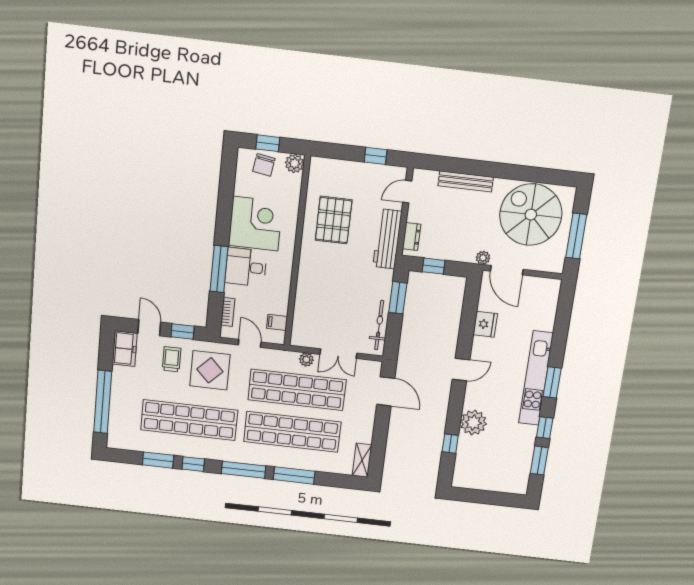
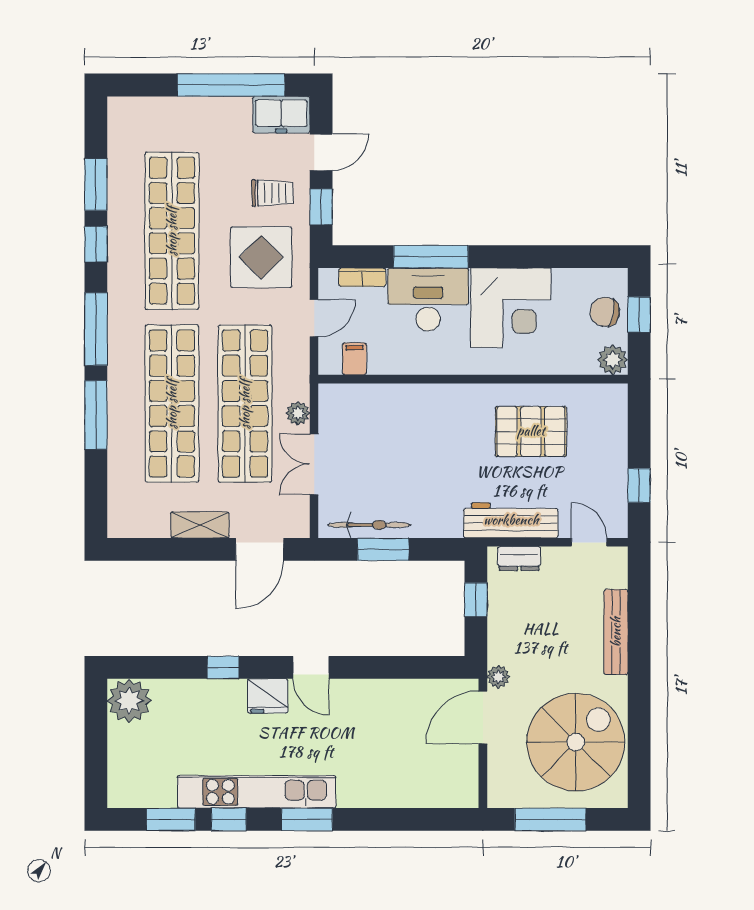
desk: (246, 267) -> (428, 300), width x1.37
window: (398, 298) -> (383, 549), moved
fridge: (485, 324) -> (268, 696), moved
kitchen unit: (536, 378) -> (257, 792), moved
window: (103, 402) -> (231, 85), moved
plant: (473, 423) -> (129, 701), moved
window: (450, 444) -> (223, 667), moved
shelving: (362, 460) -> (200, 525), moved

